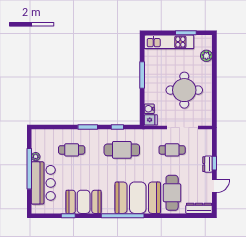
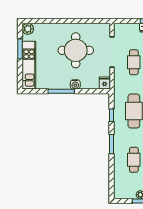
plant: (206, 56) -> (28, 29), moved
water cooler: (149, 109) -> (75, 84), moved

